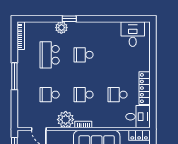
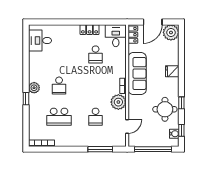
plant: (61, 28) -> (34, 88), moved
window: (14, 76) -> (100, 149), moved
locker: (145, 88) -> (90, 30), width x0.66
school desk: (84, 95) -> (96, 86), removed

